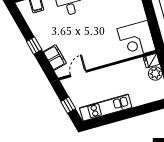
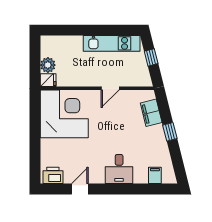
corner desk: (136, 39) -> (64, 114), width x1.36, depth x1.36
door: (78, 74) -> (110, 88), moved

